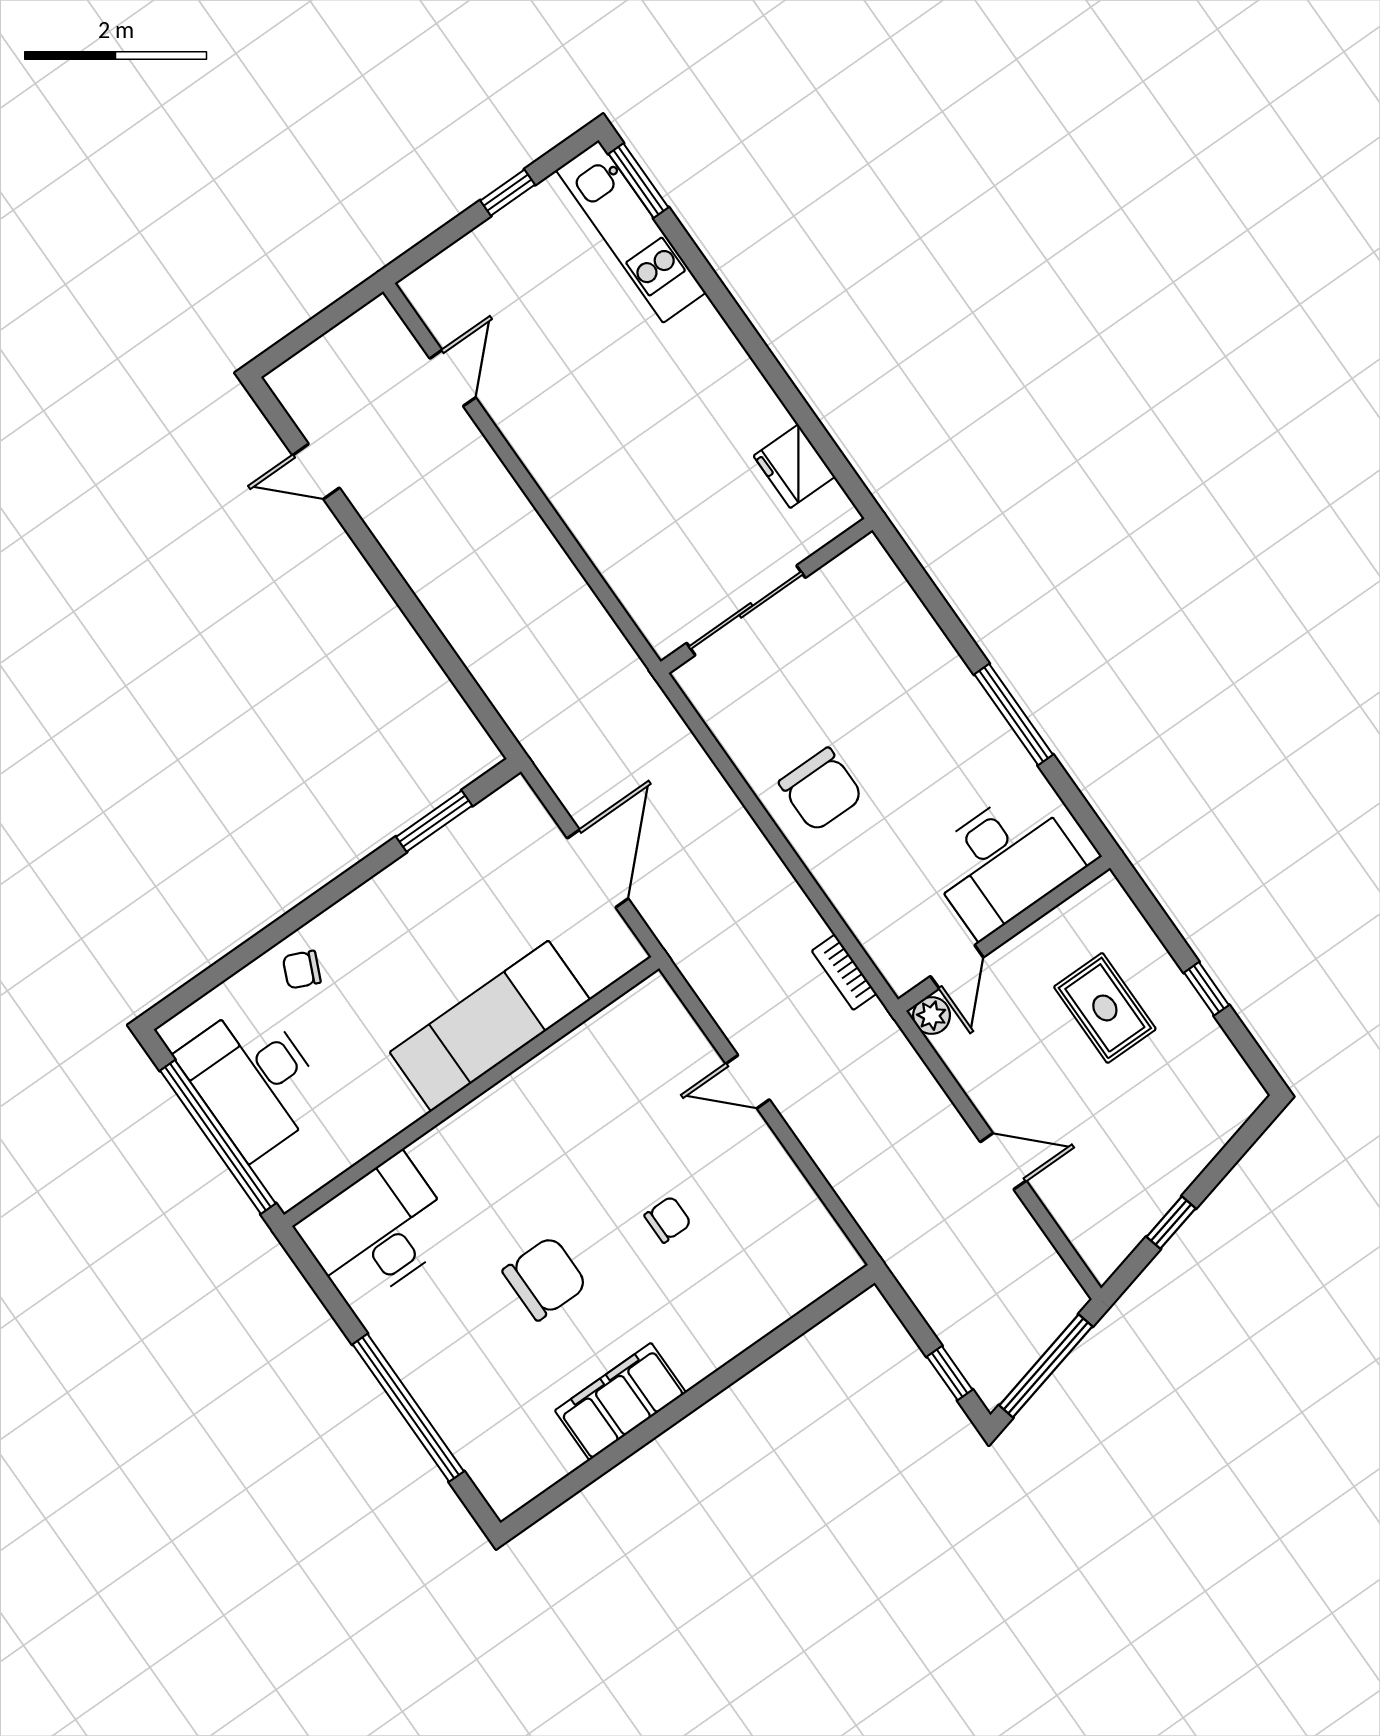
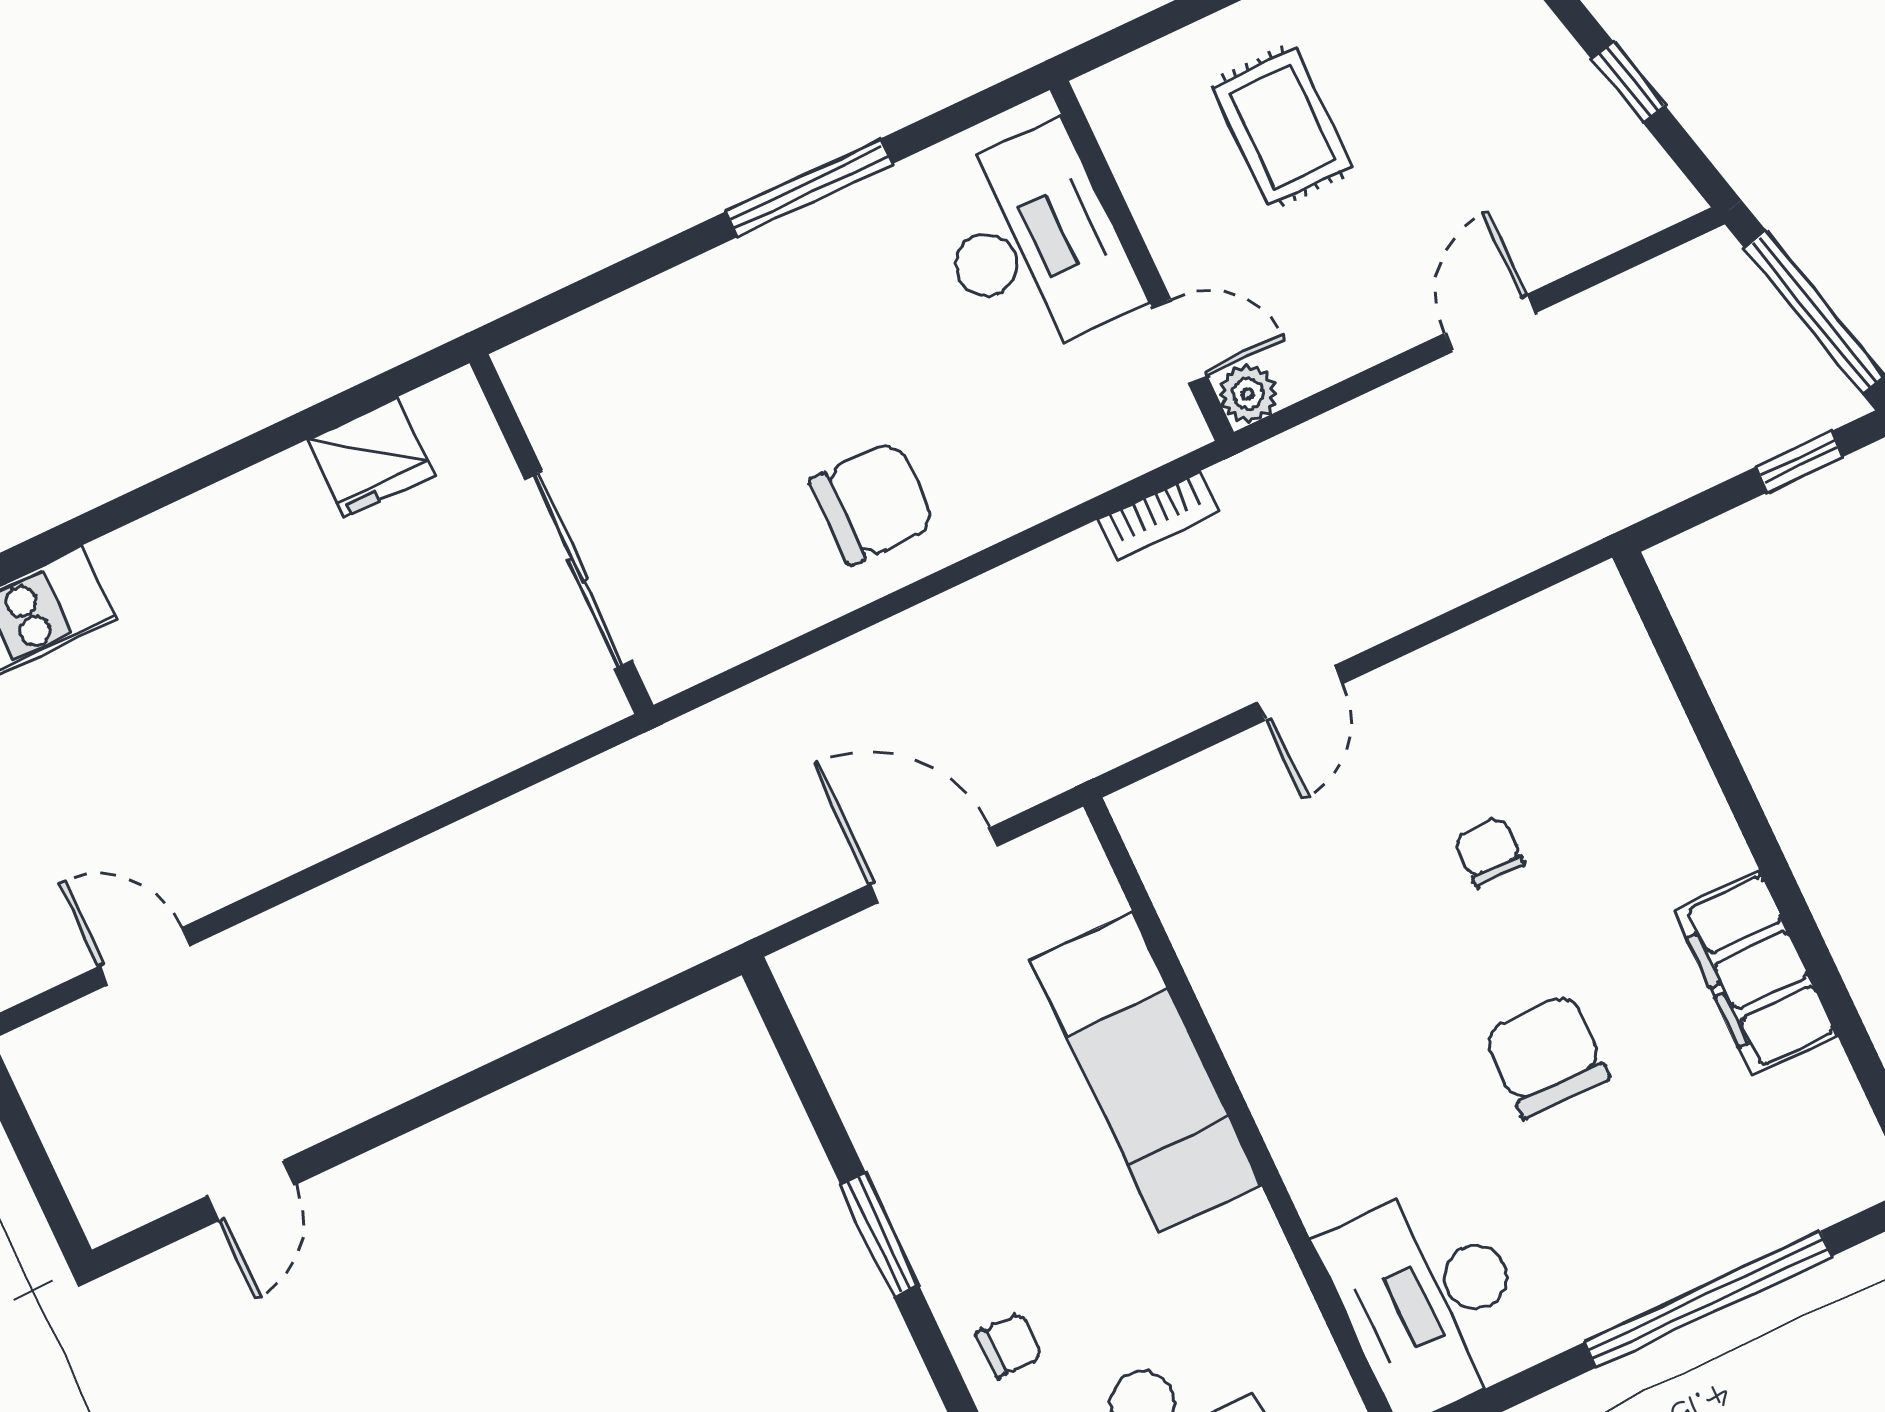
window: (434, 821) -> (880, 1235), moved
chair: (302, 970) -> (1009, 1345), turned -114
rug: (1105, 1008) -> (1282, 127), turned 90

